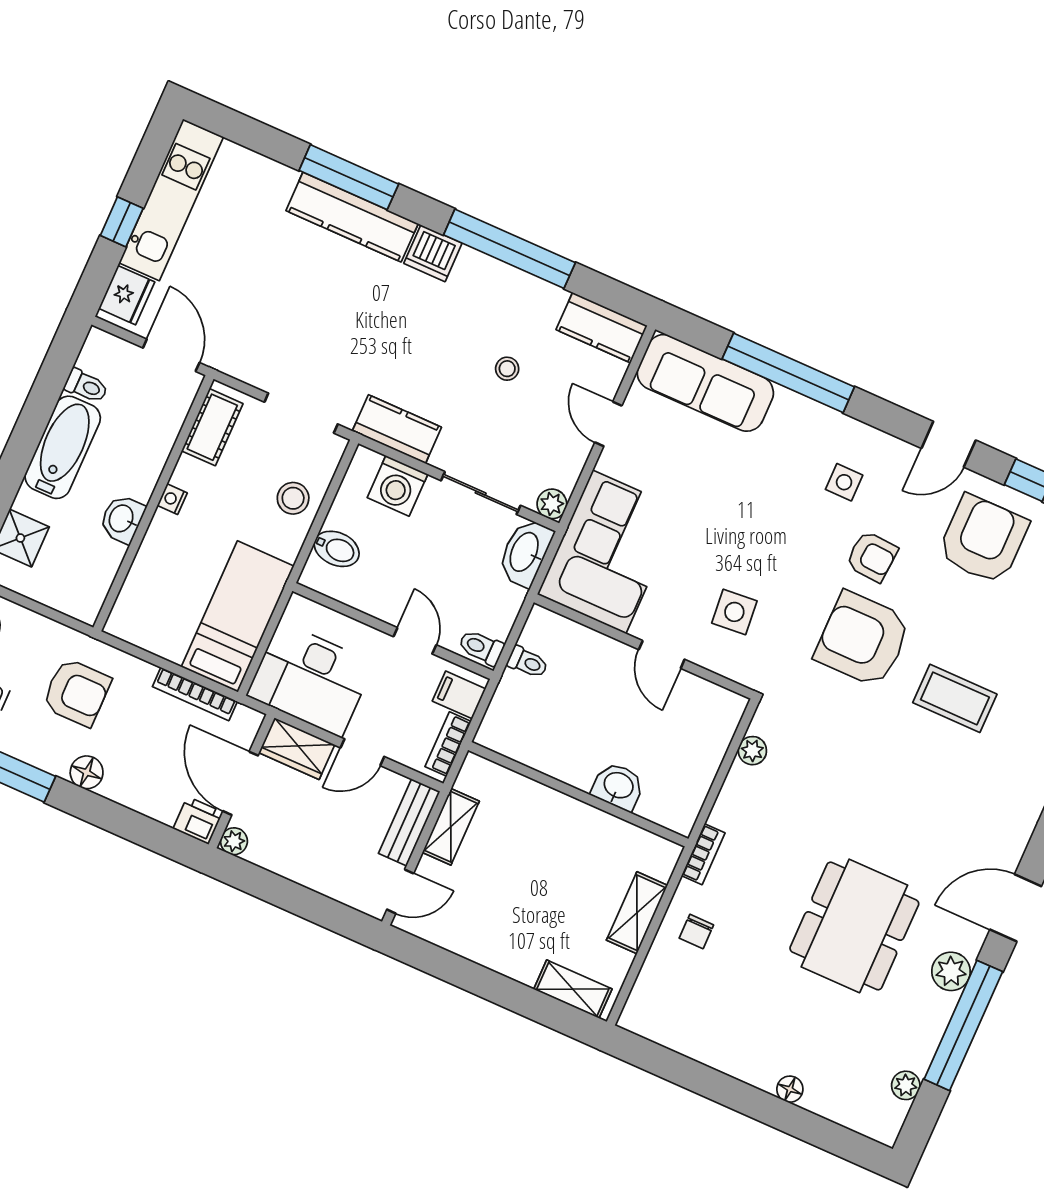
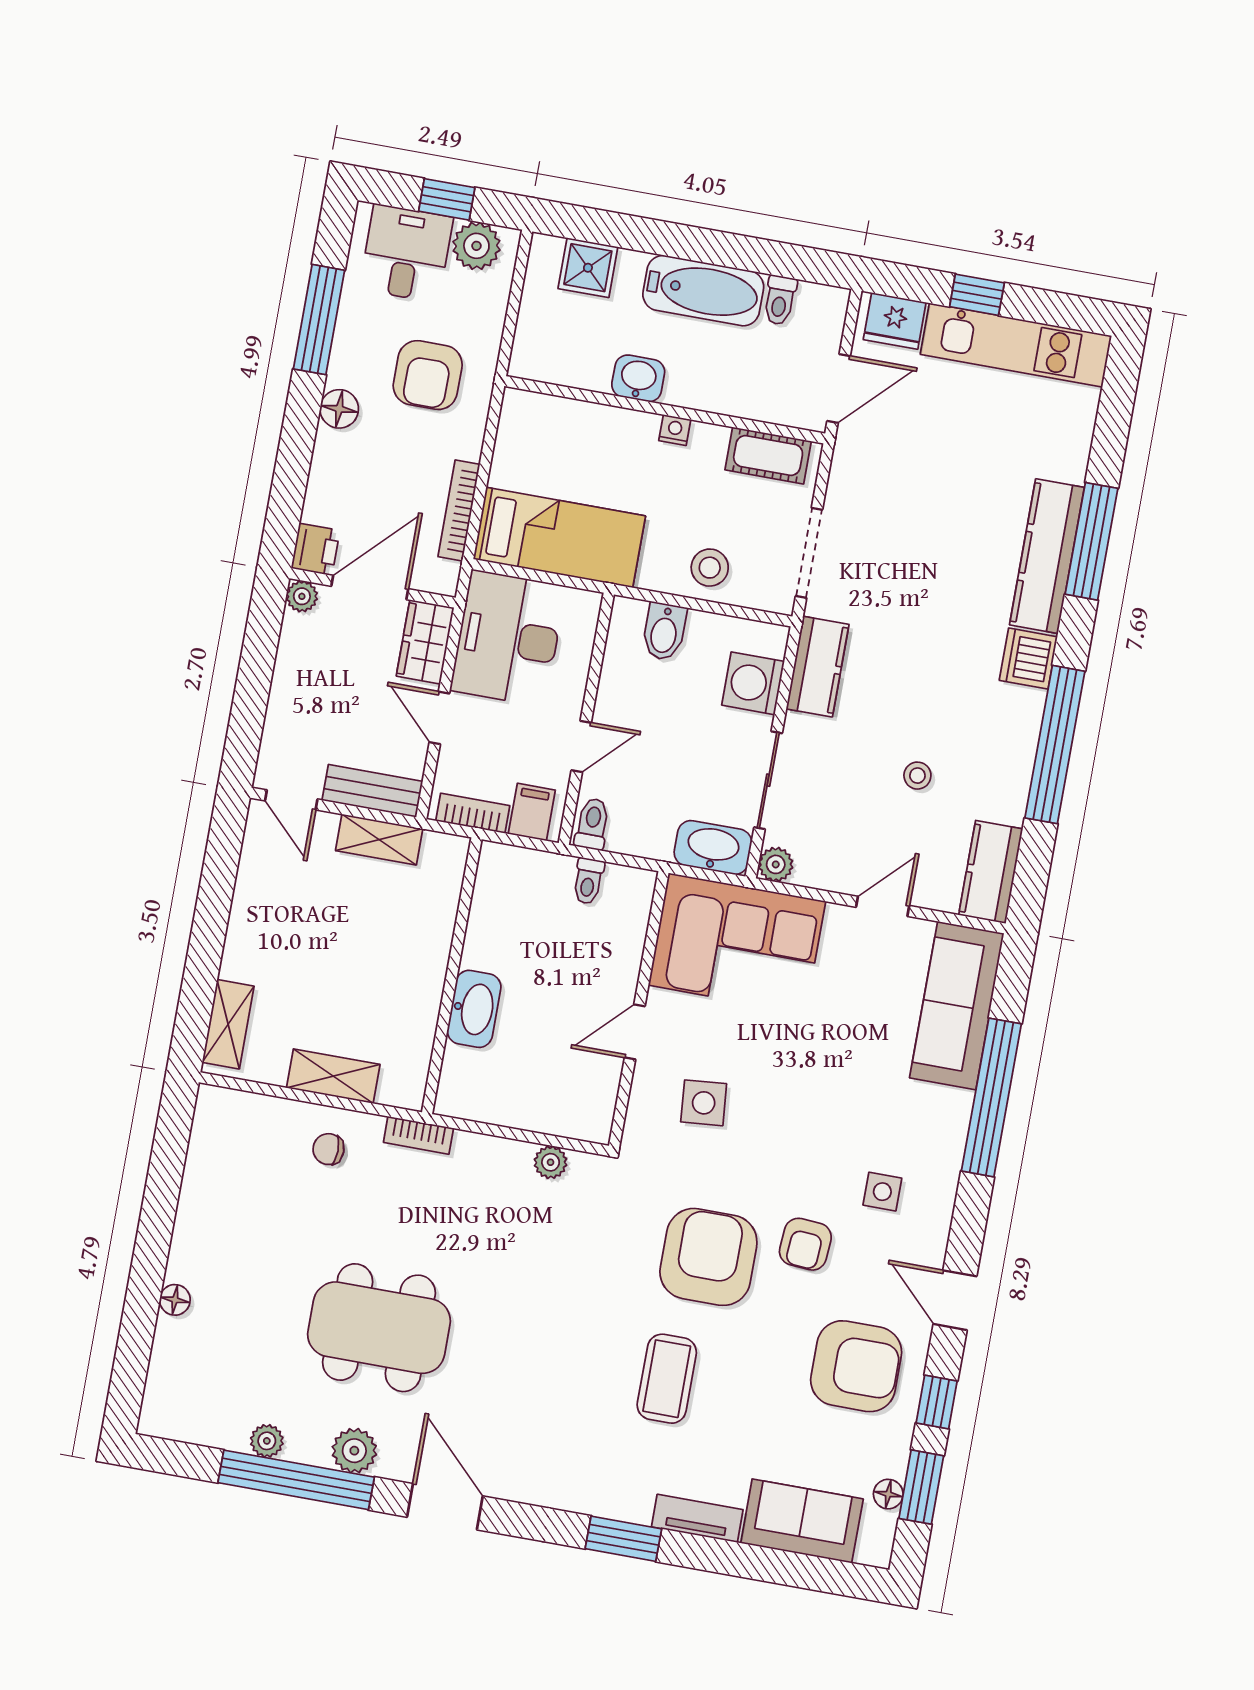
washbasin: (618, 786) -> (474, 1009), width x1.38
plant: (906, 1085) -> (267, 1441), moved

